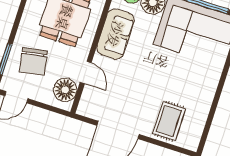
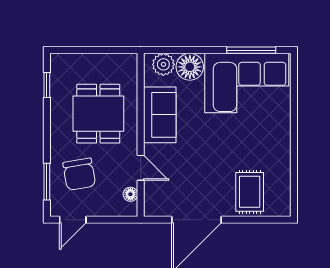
floor lamp: (65, 90) -> (130, 194), width x0.53, depth x0.53

